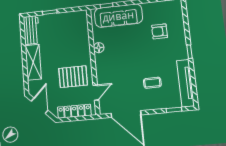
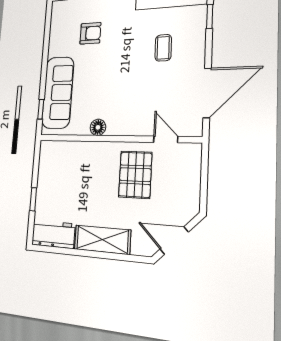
armchair: (160, 31) -> (90, 33), turned -90
locker: (74, 111) -> (191, 180), removed

